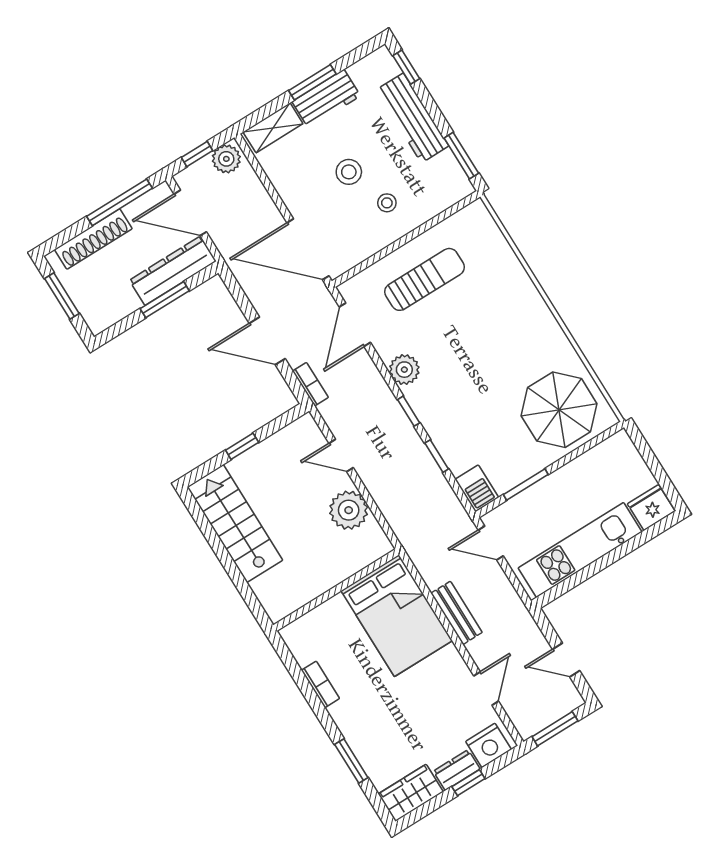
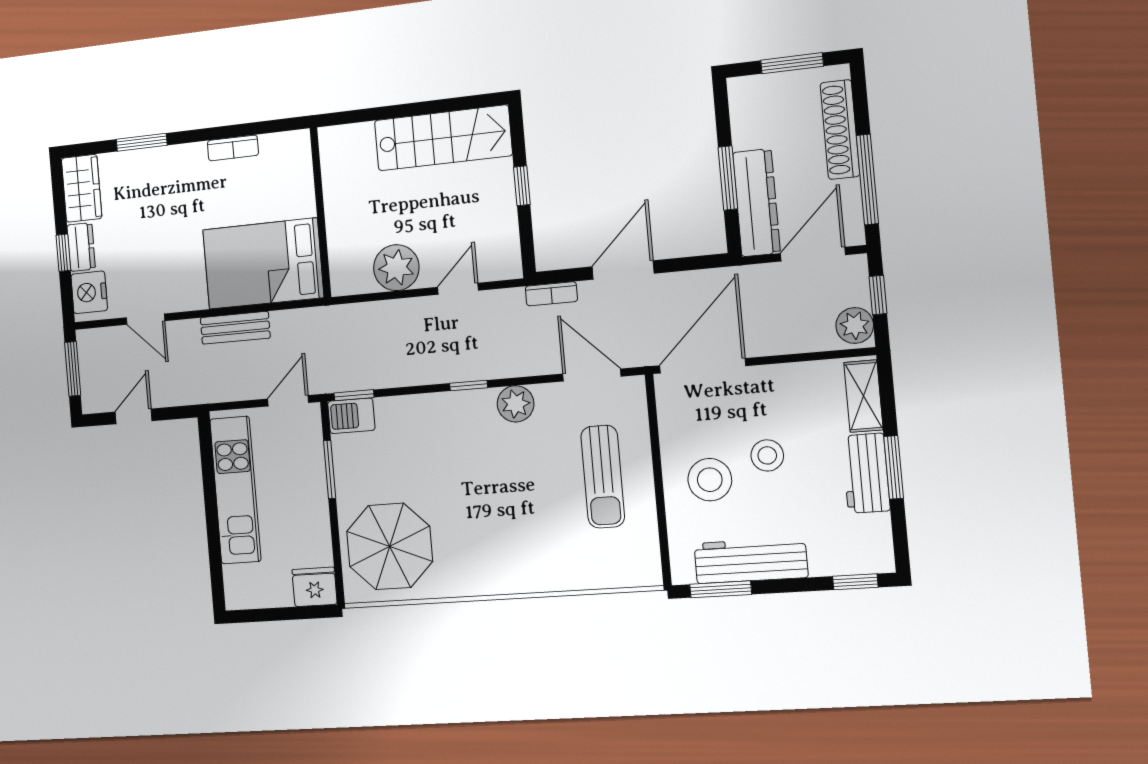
workbench: (412, 118) -> (751, 560), moved
stool: (387, 203) -> (710, 480), width x1.89, depth x1.89
window: (437, 456) -> (354, 395), moved
fridge: (651, 508) -> (315, 587), moved, turned -90

